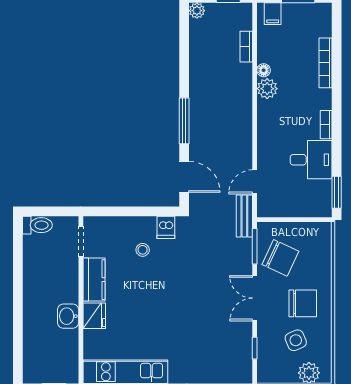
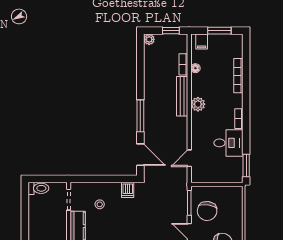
floor lamp: (264, 70) -> (195, 68), moved
plant: (267, 89) -> (198, 104), moved
bench: (244, 216) -> (182, 96), moved, width x1.36
stool: (143, 250) -> (100, 204), moved
chair: (280, 258) -> (207, 211), turned 73

